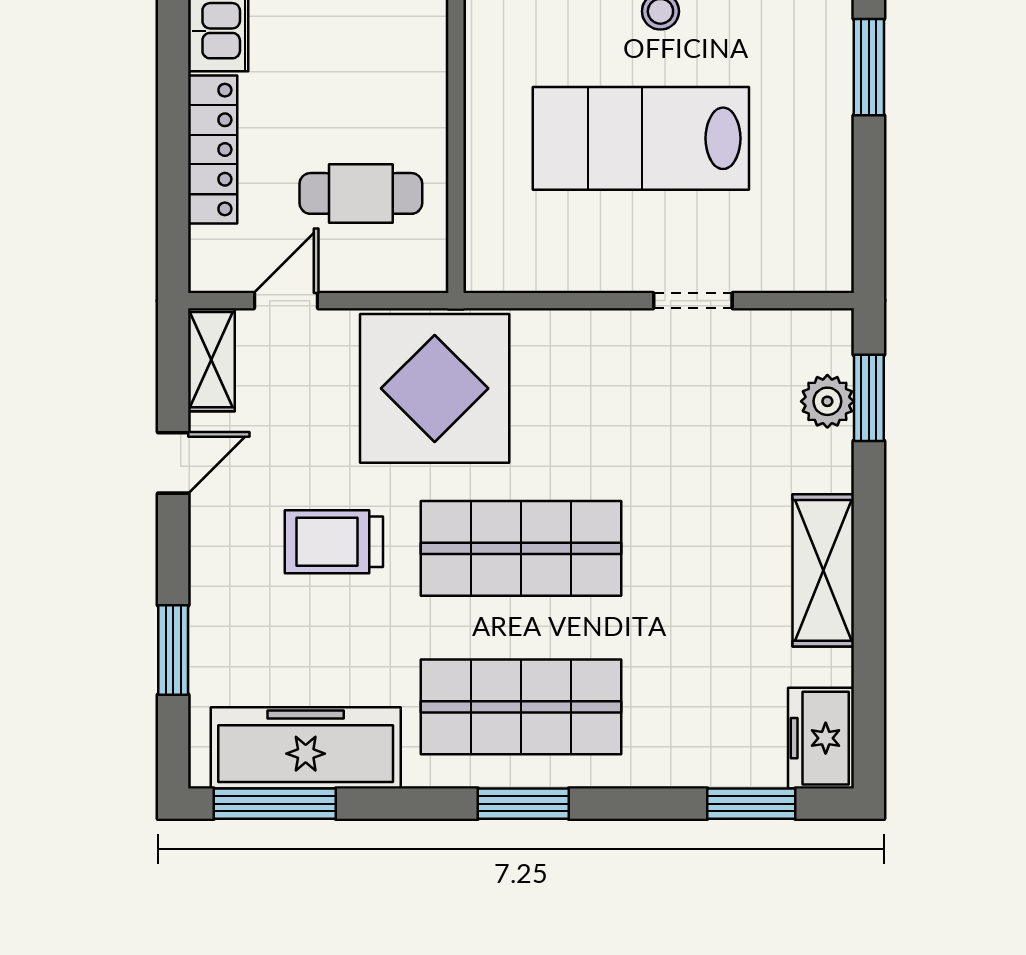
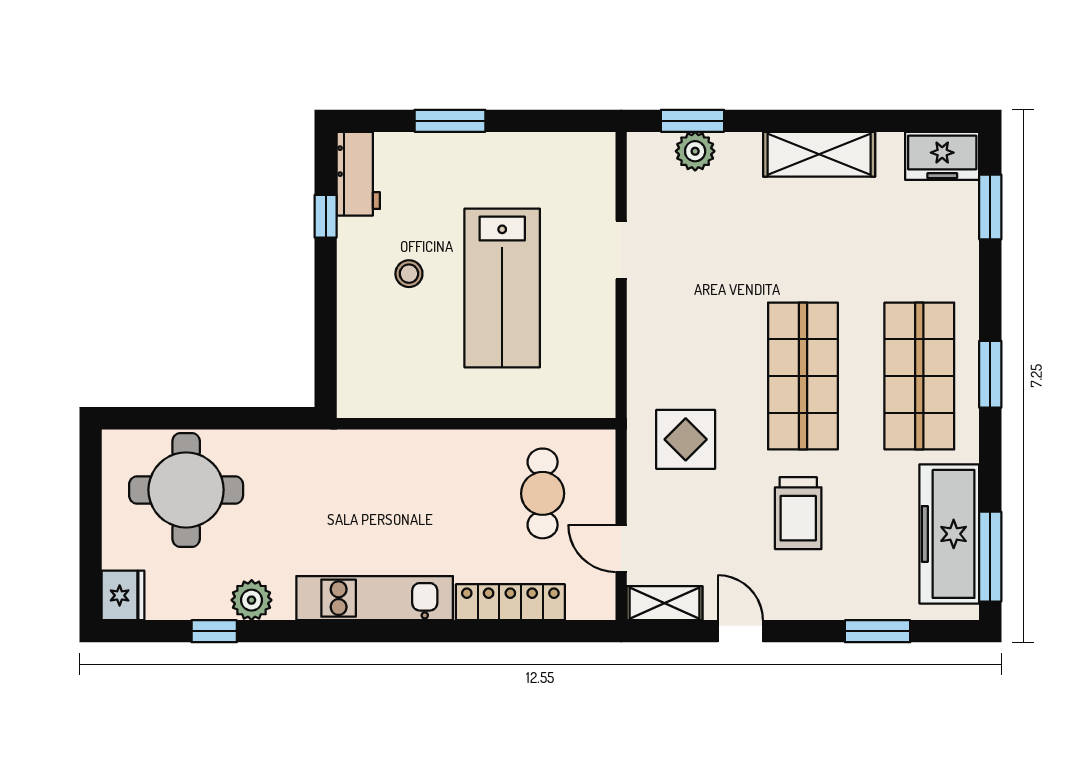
display table: (435, 388) -> (686, 439), width x0.54, depth x0.54

